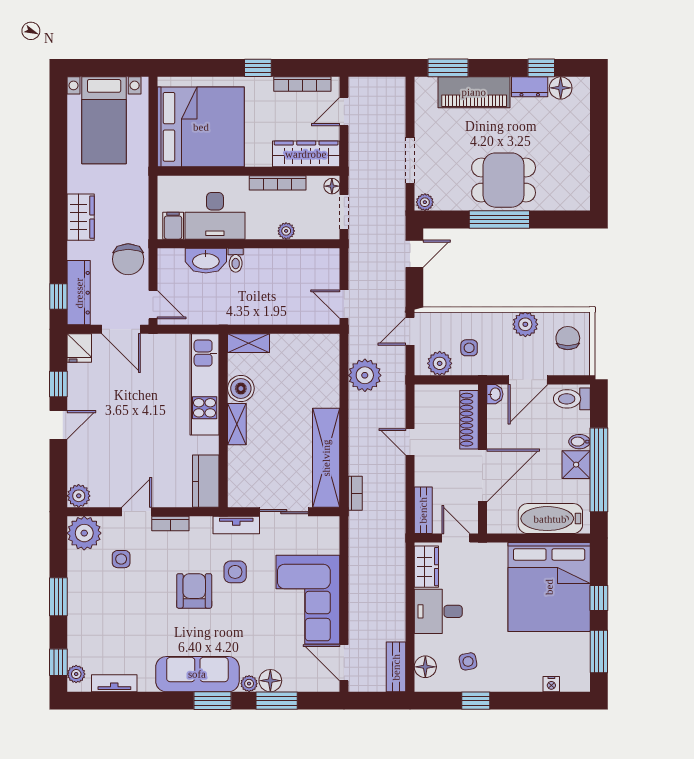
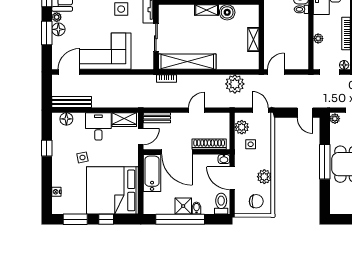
shelving: (249, 343) -> (253, 39), moved
bathtub: (550, 519) -> (152, 173), moved
side table: (468, 661) -> (82, 157), moved
bench: (396, 667) -> (72, 102), width x1.36

